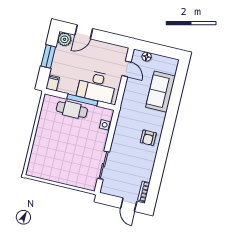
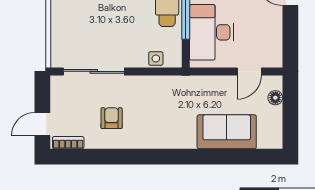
armchair: (148, 138) -> (112, 118), moved, turned 90
sliding door: (104, 165) -> (94, 71), width x1.37

